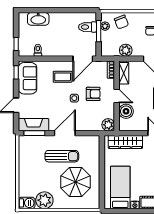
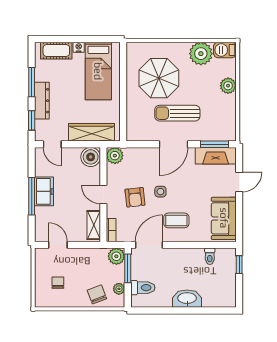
washbasin: (38, 19) -> (187, 299), moved
window: (99, 31) -> (128, 268), moved
plant: (126, 50) -> (116, 256), moved
window: (16, 72) -> (239, 226), removed
armchair: (93, 94) -> (135, 197), turned -96
boiler: (126, 111) -> (91, 157), moved
plant: (24, 177) -> (228, 86), added

